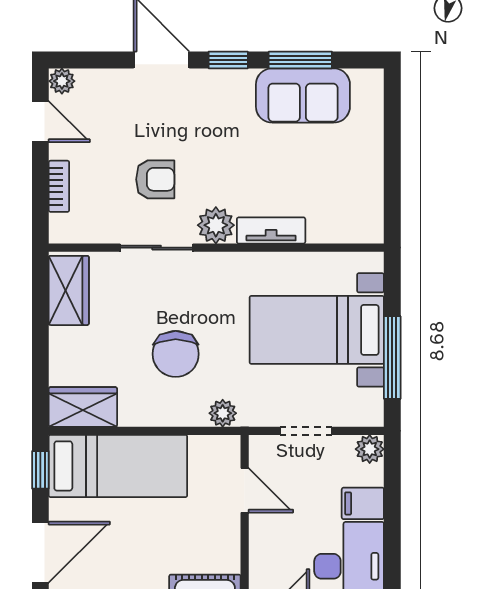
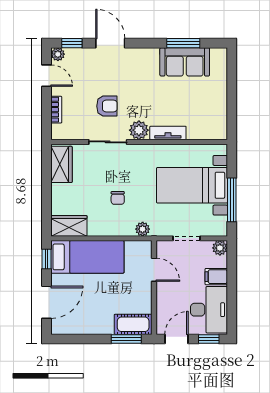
window: (228, 60) -> (72, 43), moved
chair: (176, 354) -> (118, 198), width x0.54, depth x0.54

